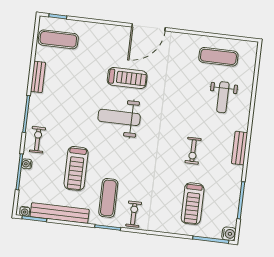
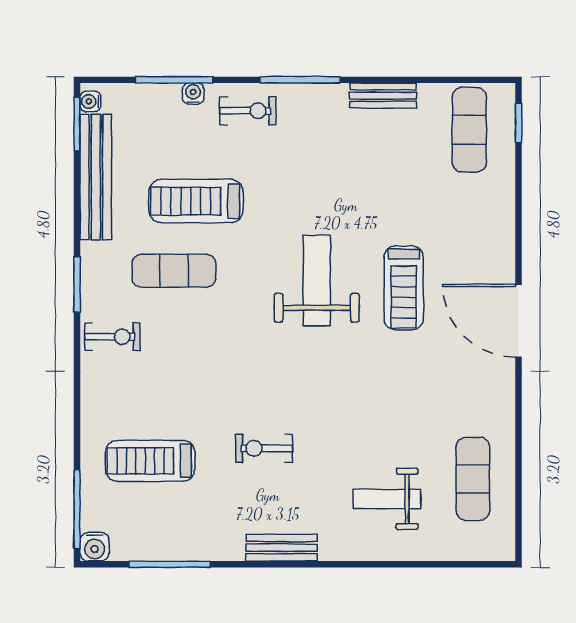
exercise mat: (108, 198) -> (174, 271), moved

